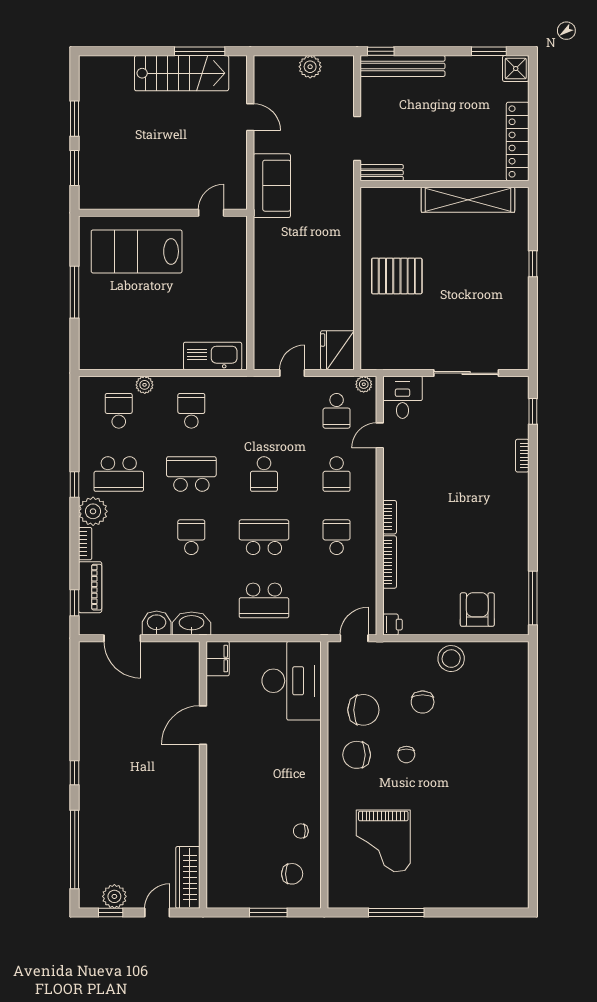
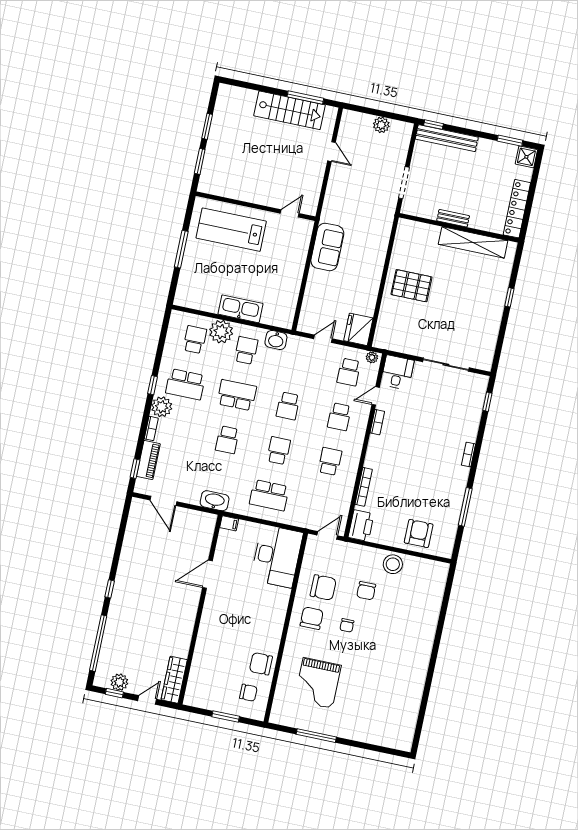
bench: (382, 173) -> (453, 218), moved
sofa: (272, 186) -> (327, 247), moved
kitchen sink: (213, 356) -> (240, 309), moved
plant: (145, 385) -> (221, 332), width x1.88, depth x1.88
bookcase: (522, 456) -> (468, 455), moved
bookcase: (390, 517) -> (377, 422), moved
school desk: (191, 537) -> (227, 440), turned 180
school desk: (264, 537) -> (279, 451), width x0.54
window: (533, 598) -> (465, 507), moved
washbasin: (157, 623) -> (276, 340), moved, turned 180
printer: (392, 625) -> (361, 526), width x1.87, depth x1.48
filing cabinet: (218, 659) -> (229, 523), width x0.50
chair: (357, 755) -> (312, 618), turned 90
chair: (301, 831) -> (261, 664), width x1.87, depth x1.87

